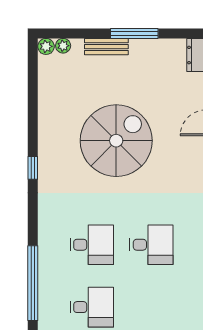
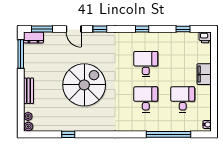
window: (134, 33) -> (21, 54), moved
spiral stairs: (116, 141) -> (84, 85), turned 90
window: (33, 168) -> (68, 134), moved

